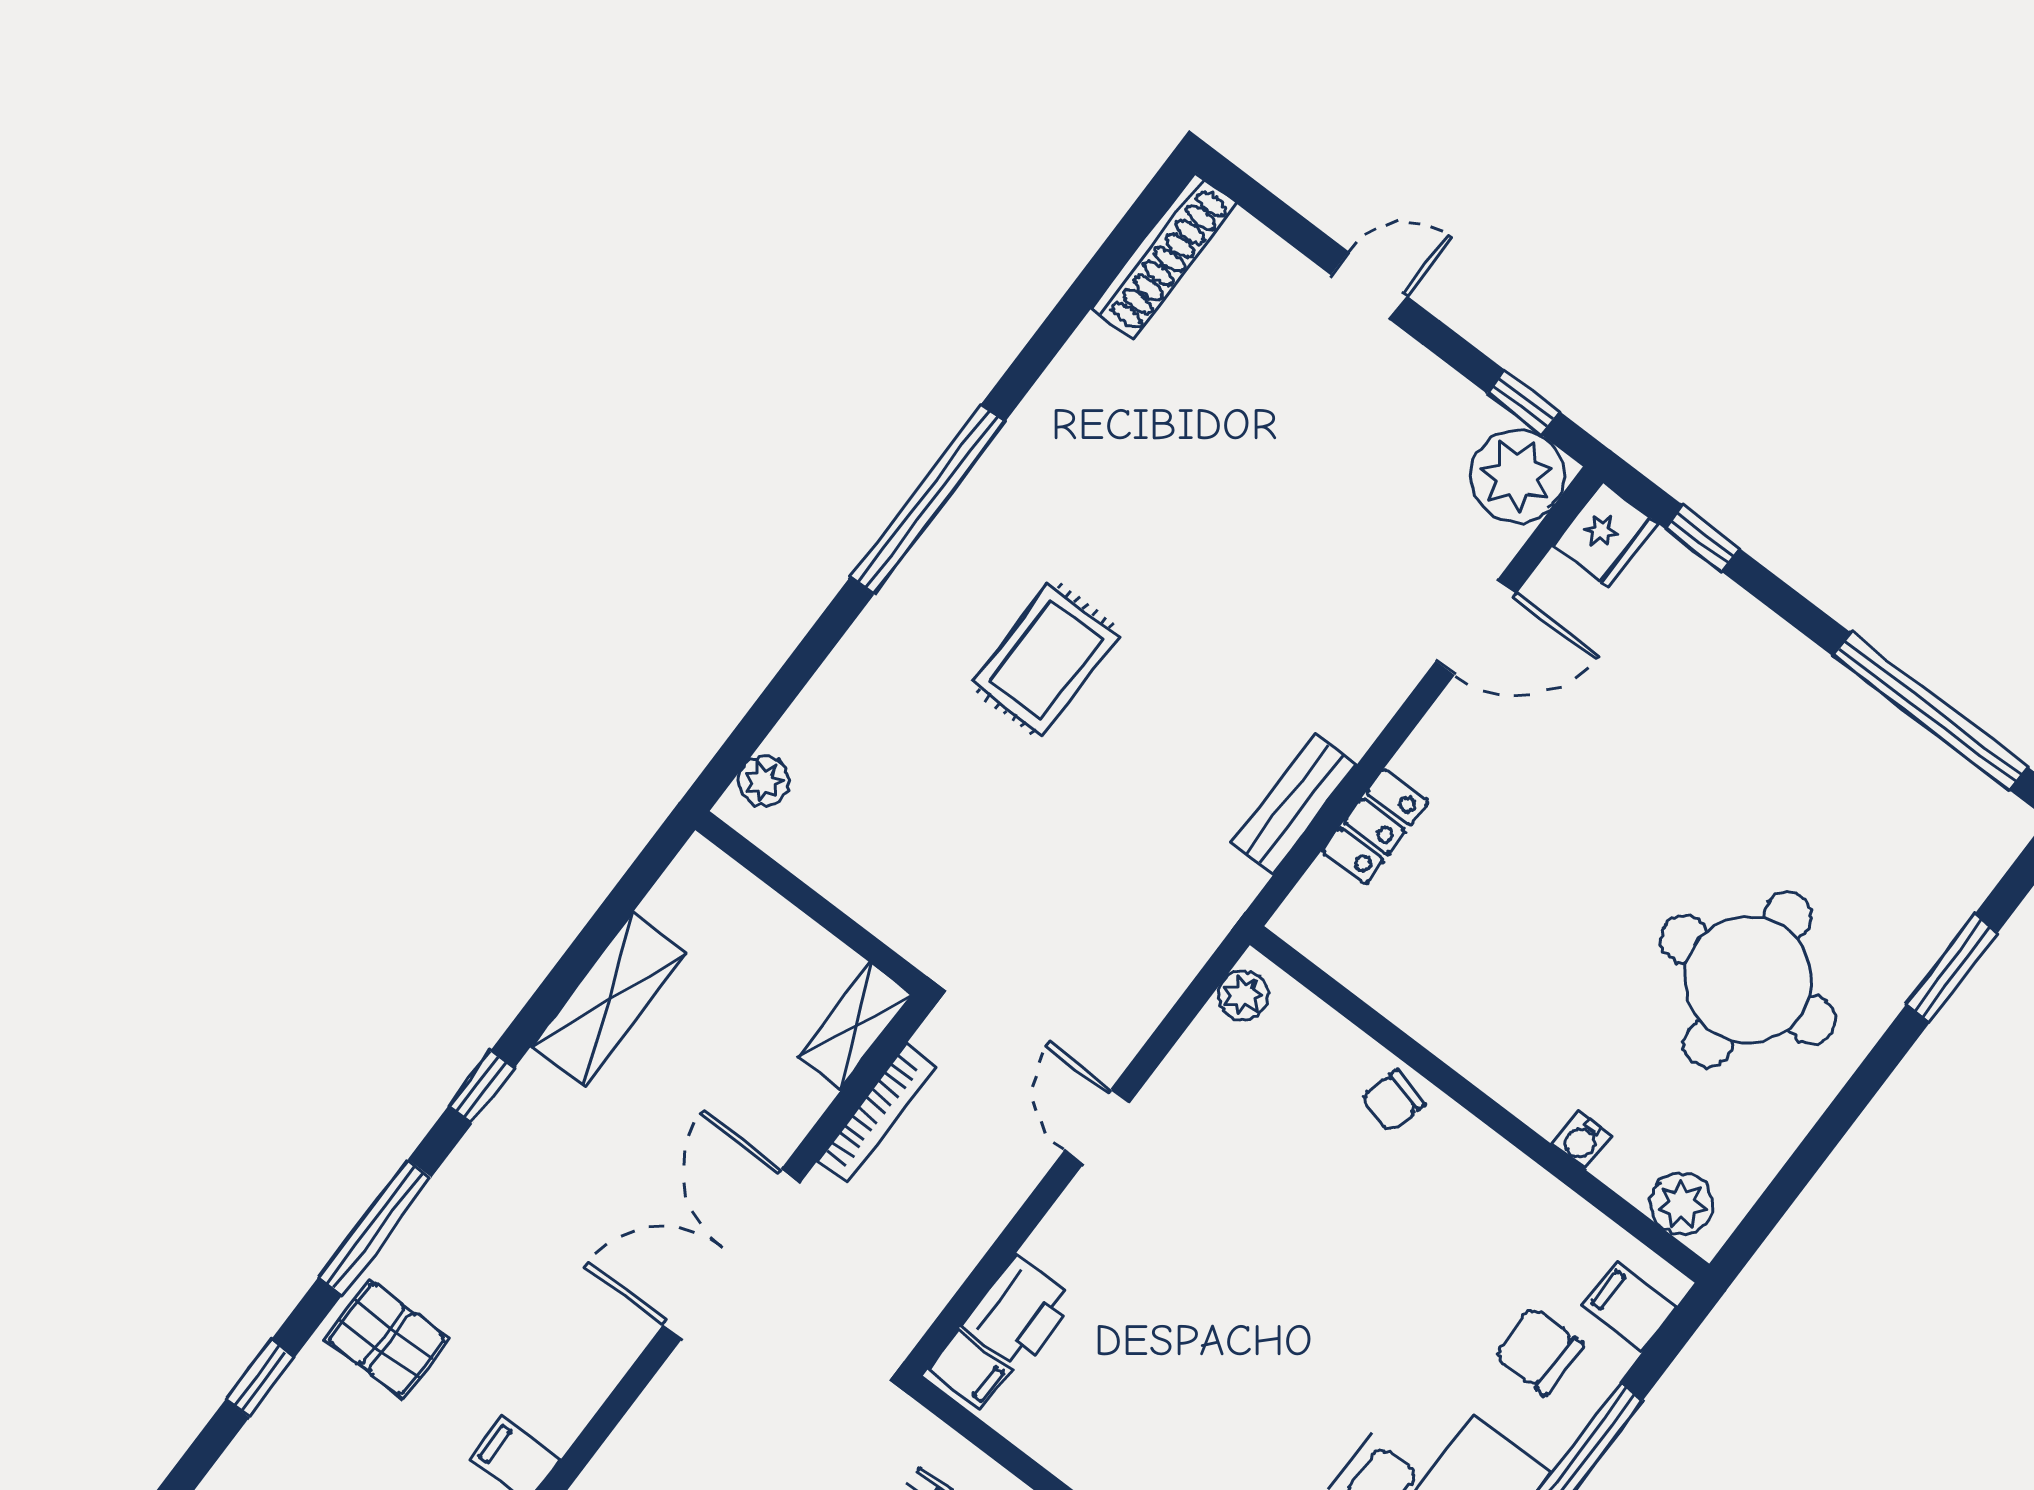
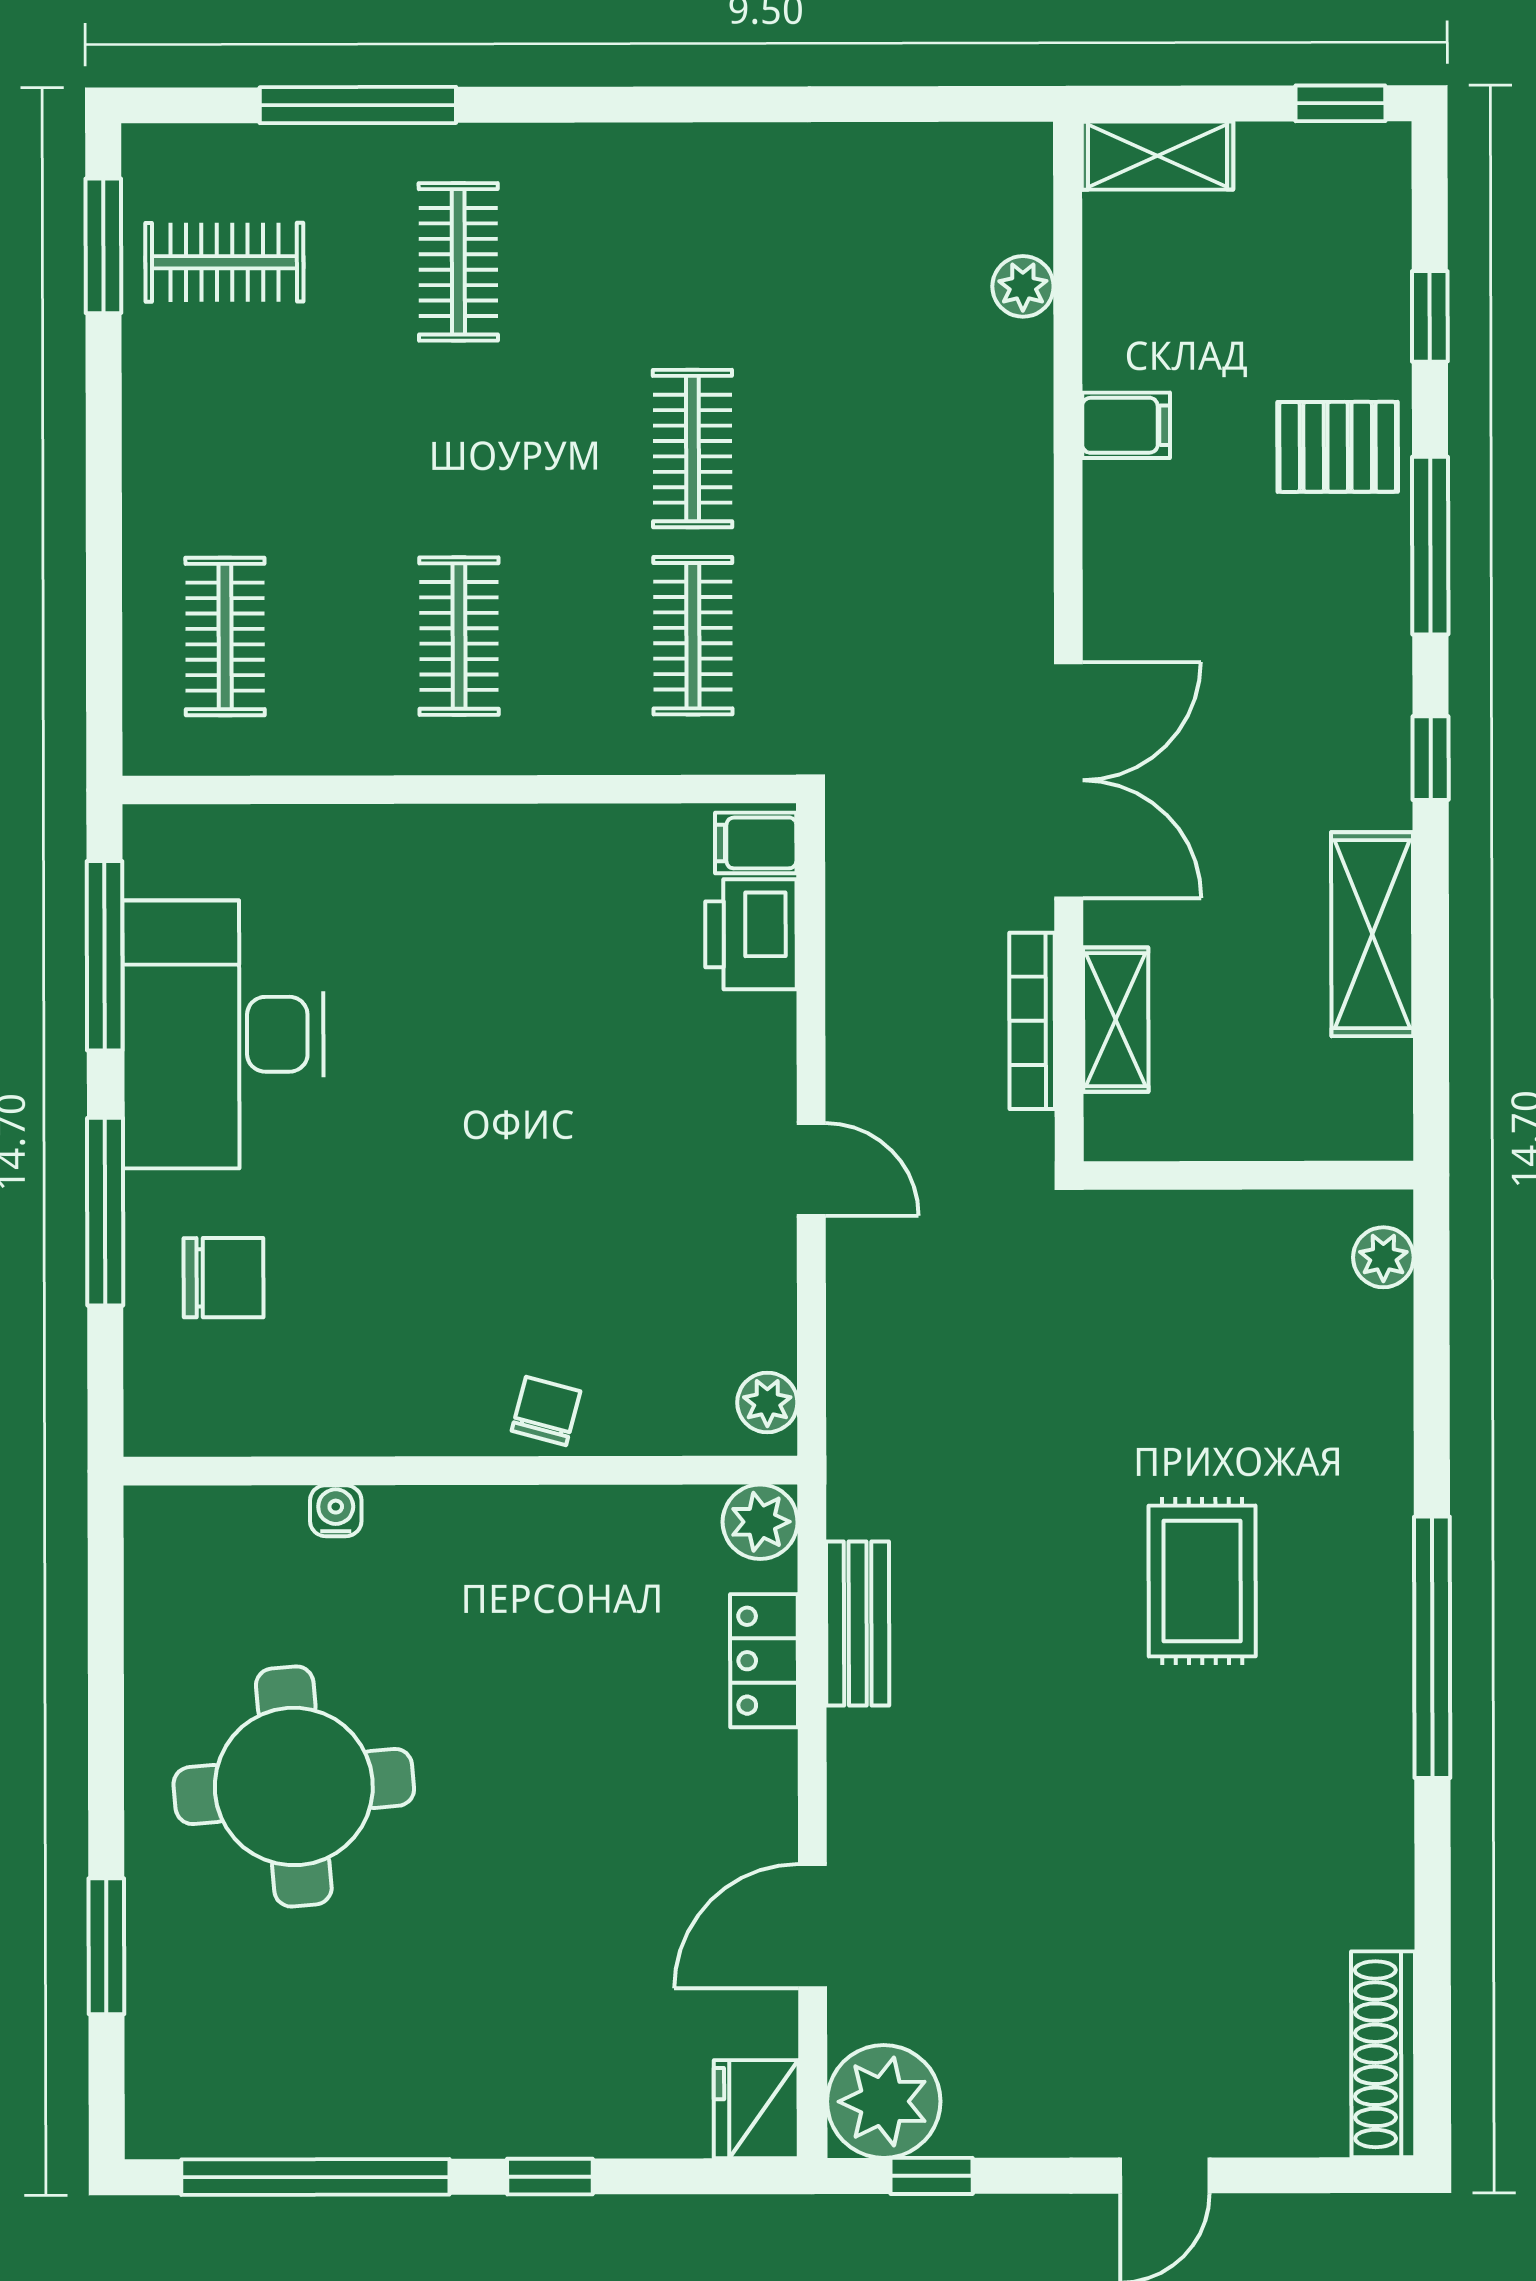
window: (1702, 538) -> (550, 2177), moved
shelving: (855, 1027) -> (1116, 1020), moved
plant: (1682, 1204) -> (760, 1522), moved
filing cabinet: (1630, 1306) -> (169, 1387), removed

